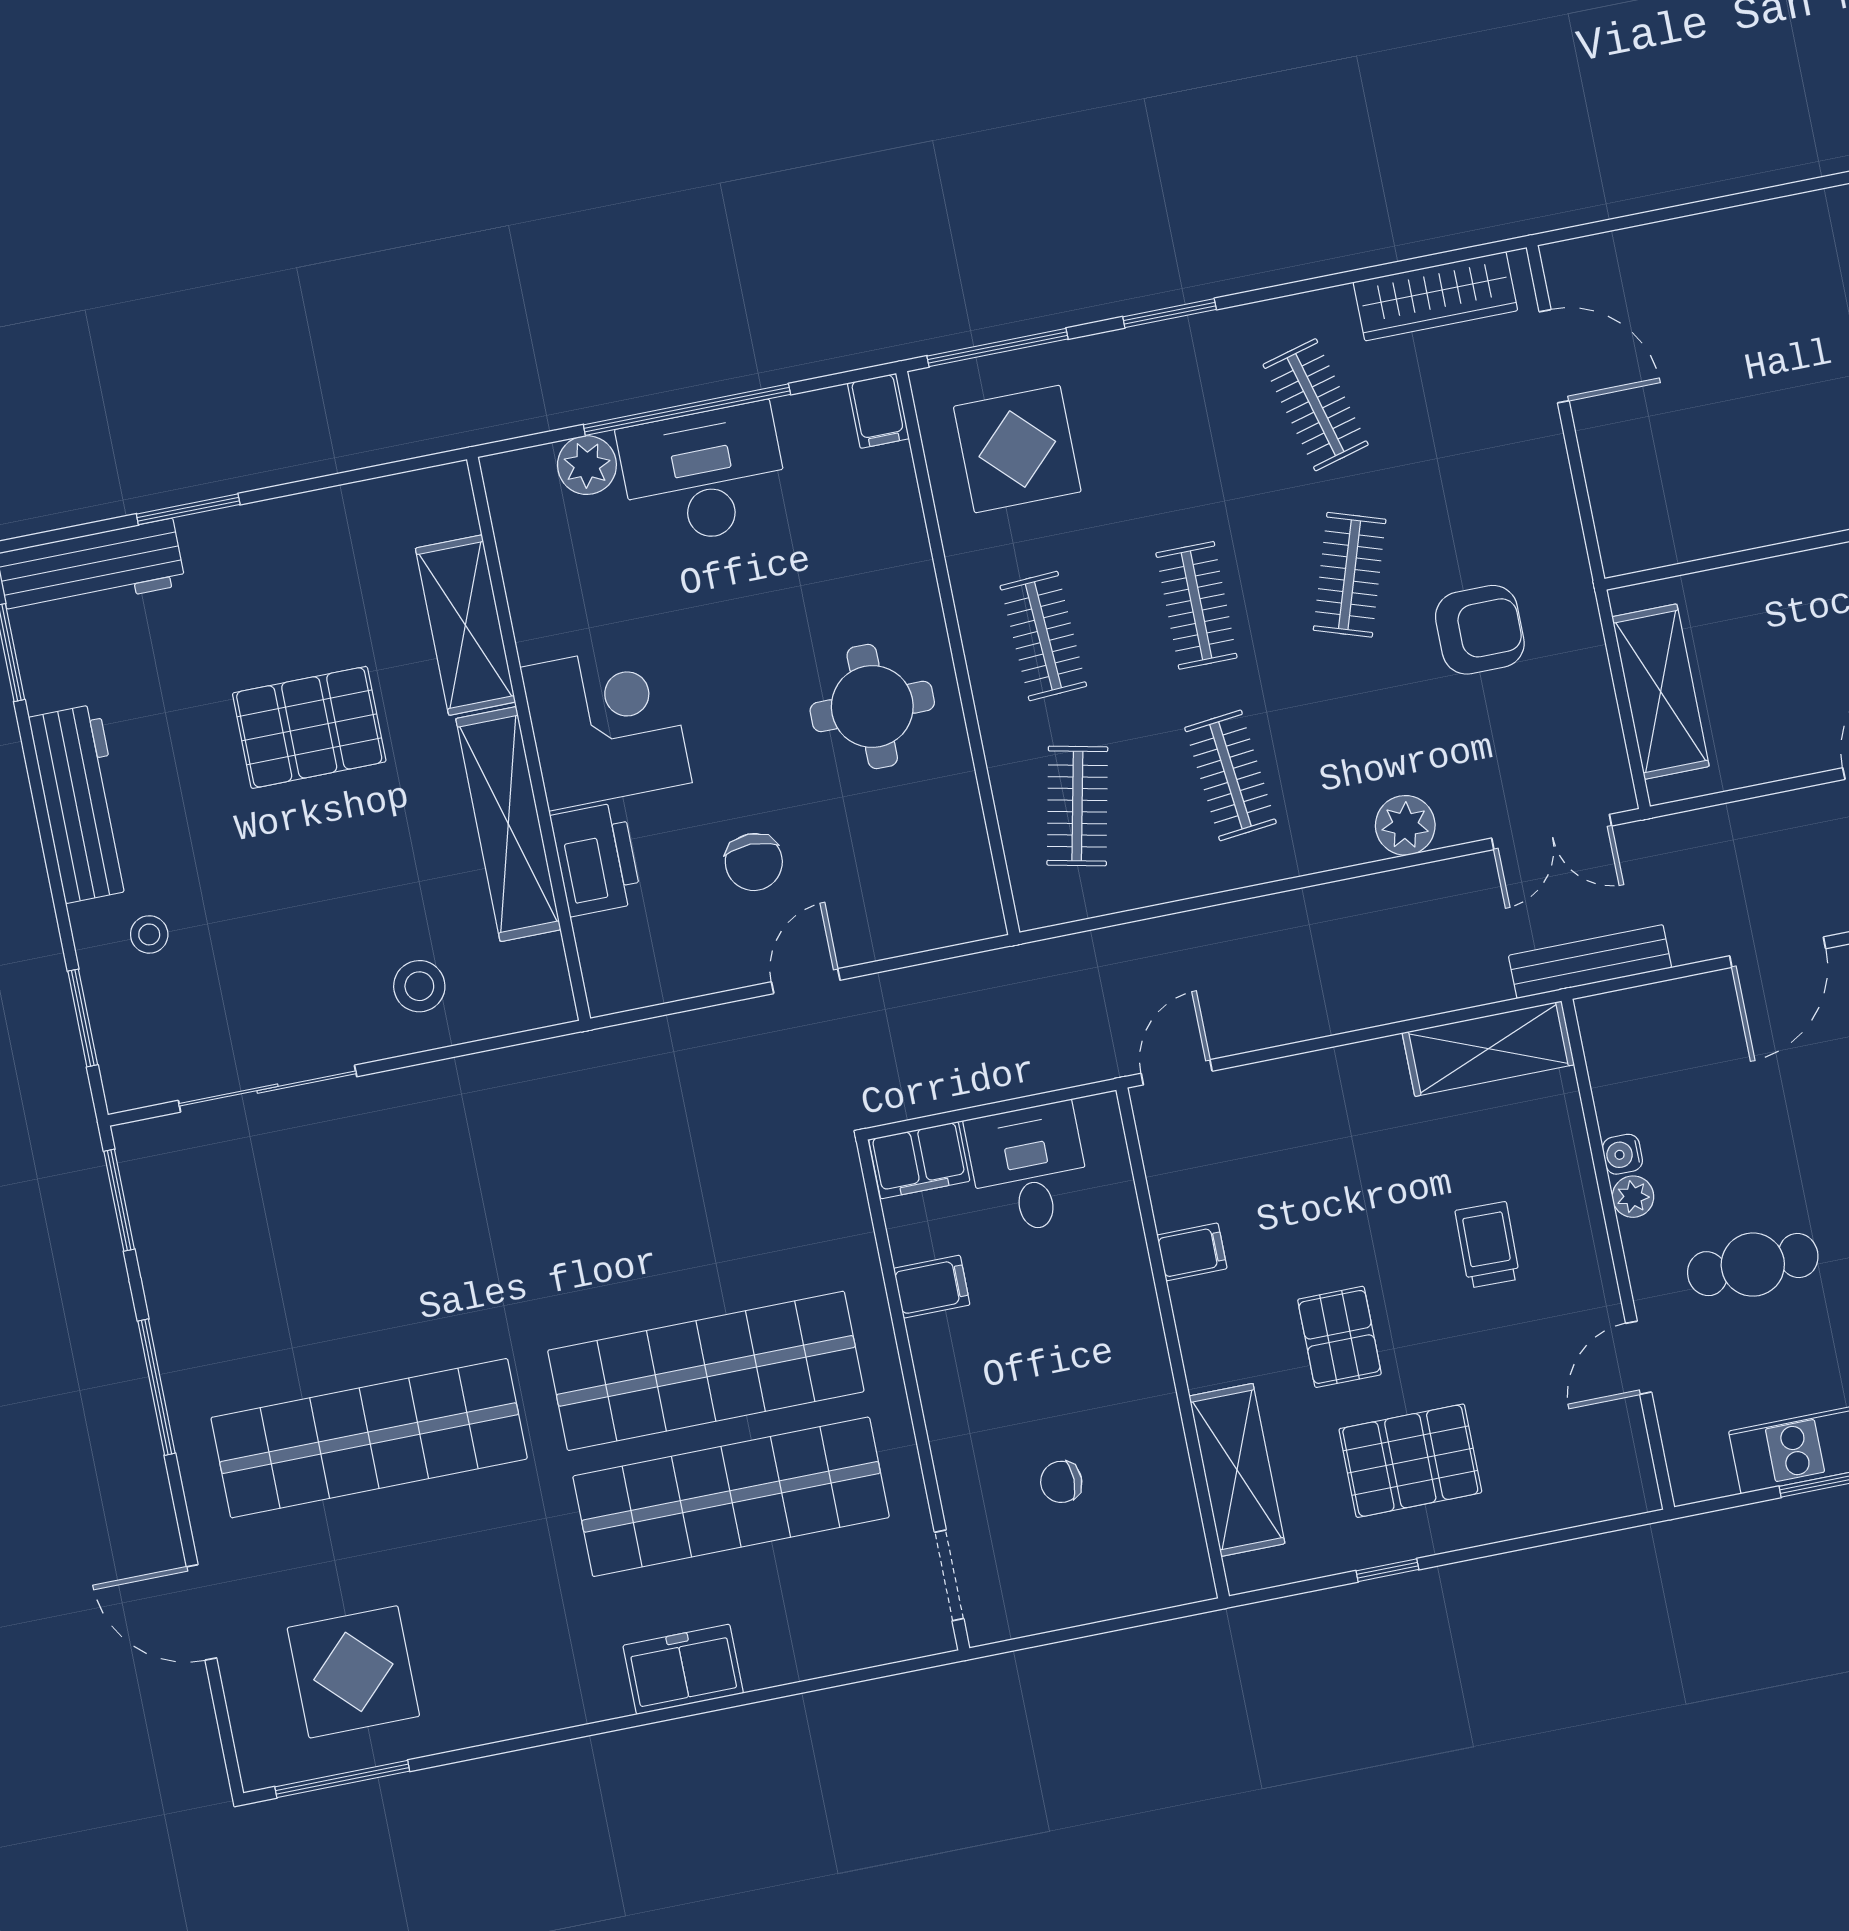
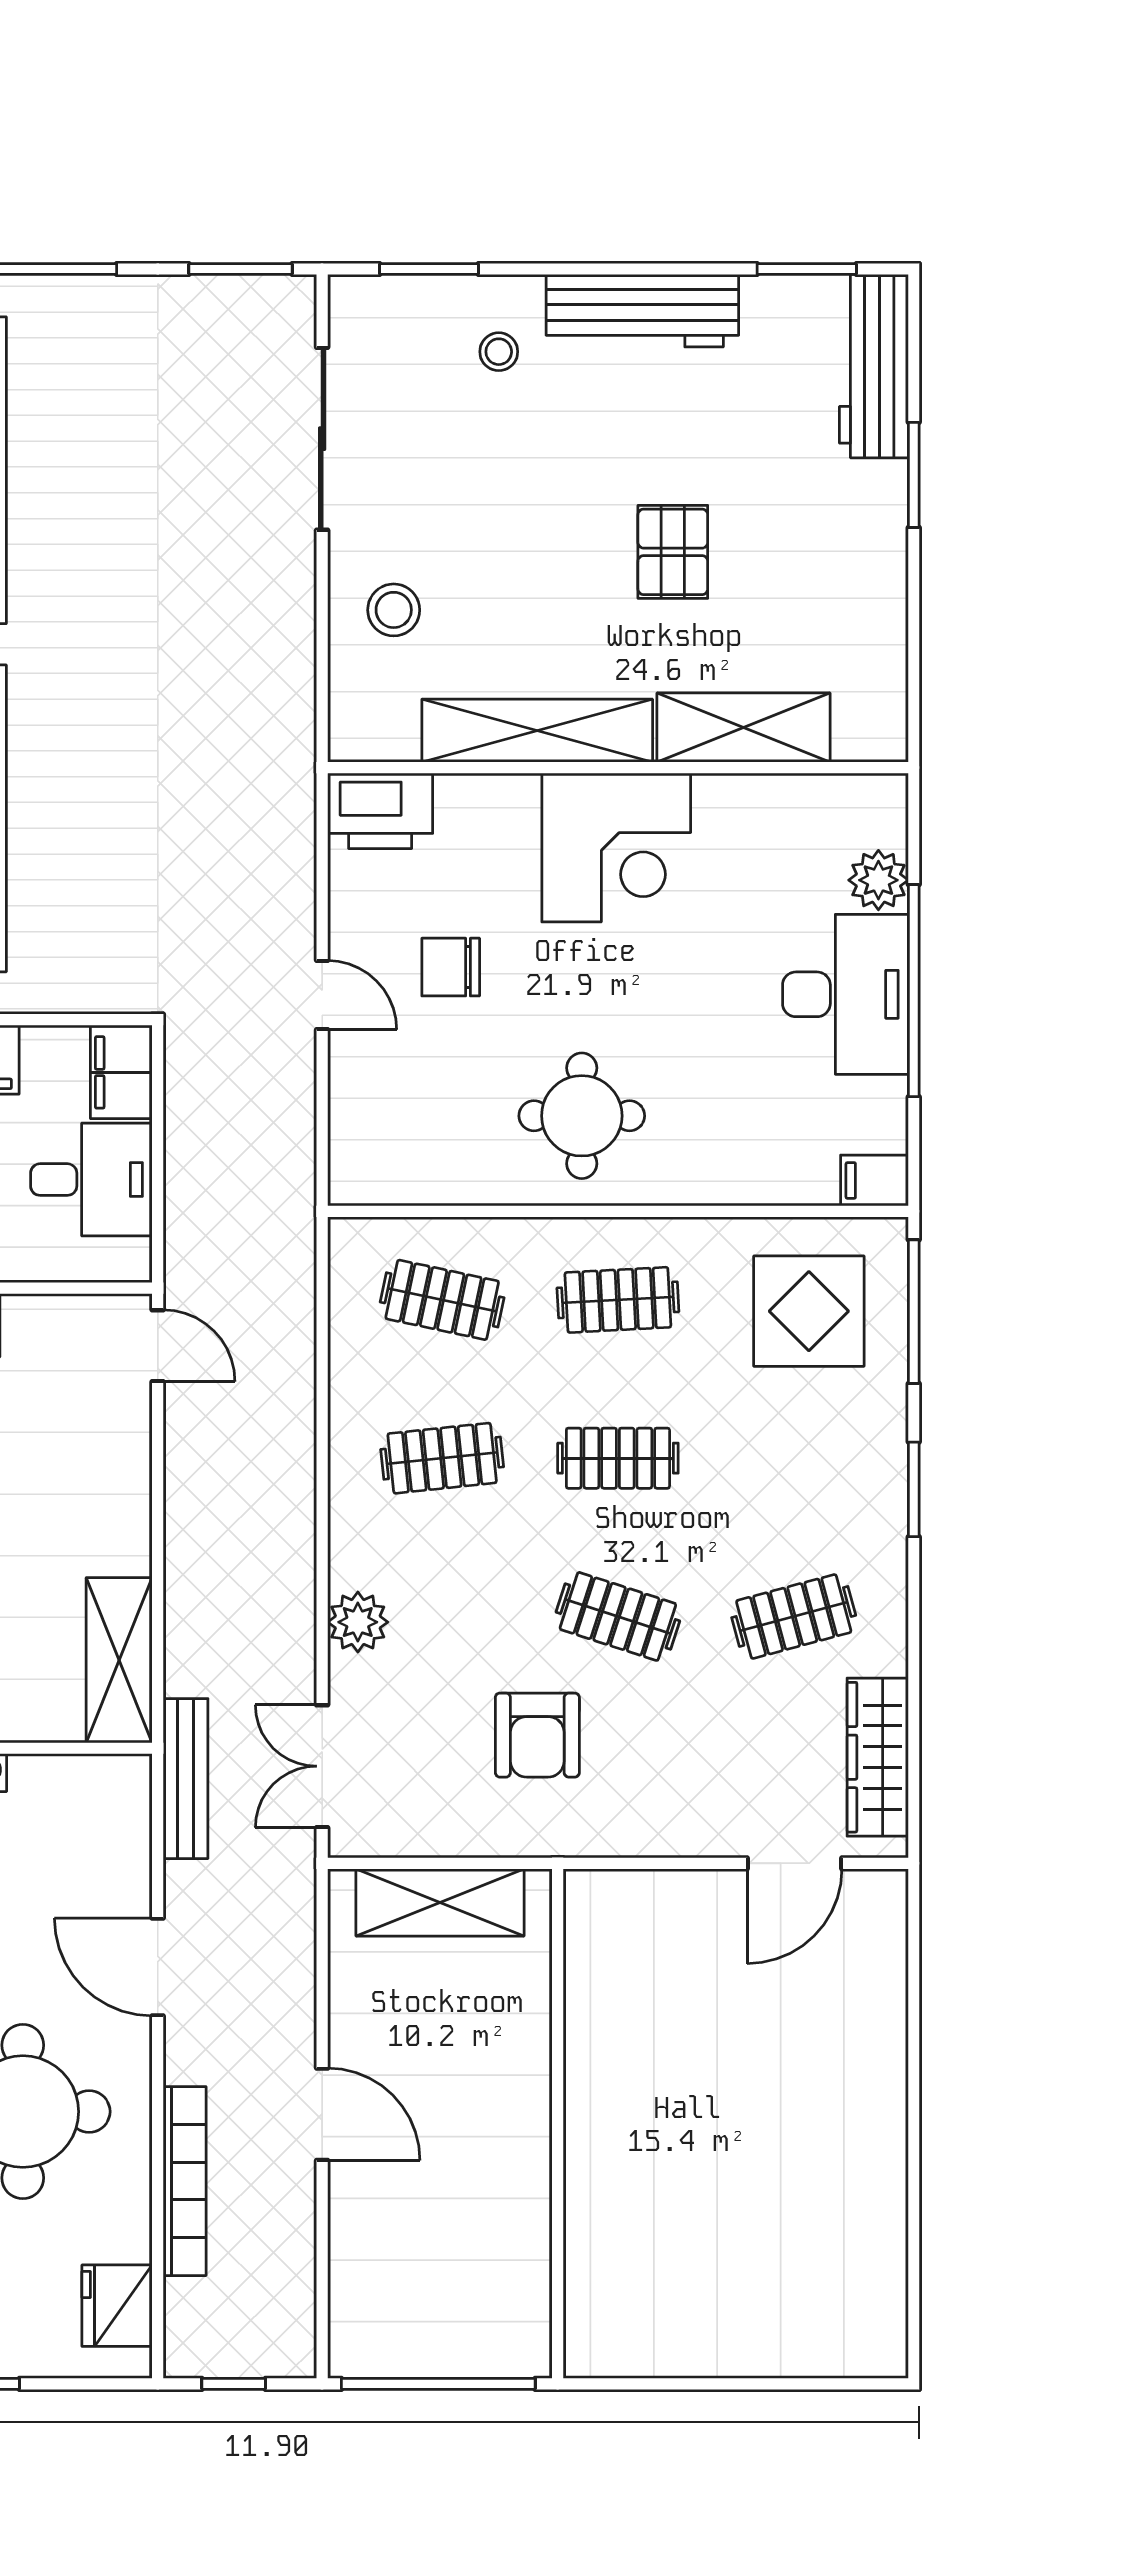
pallet: (309, 727) -> (673, 552), width x0.67, depth x0.71
printer: (596, 859) -> (380, 811), moved

